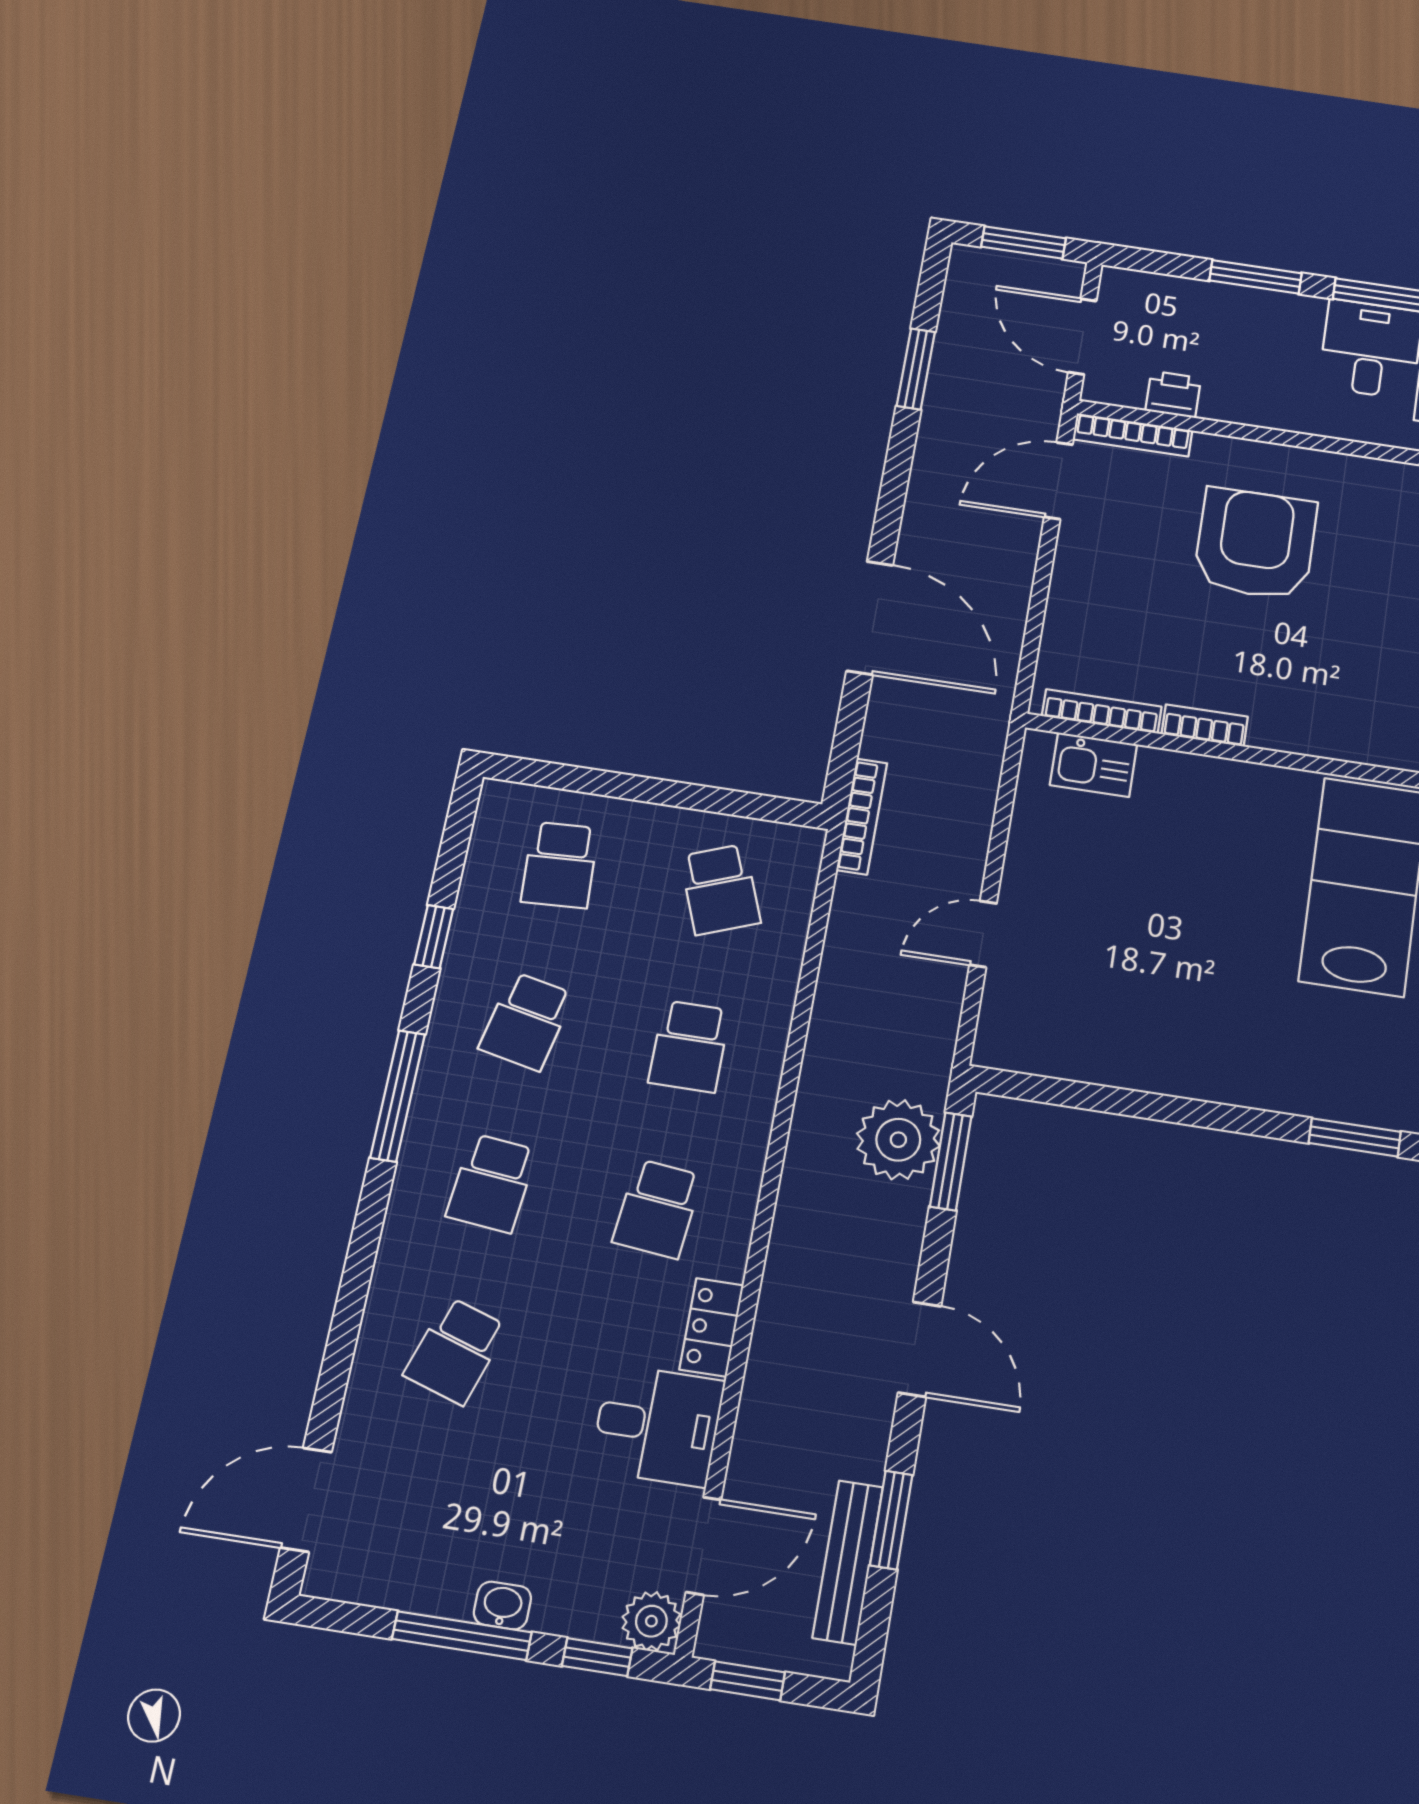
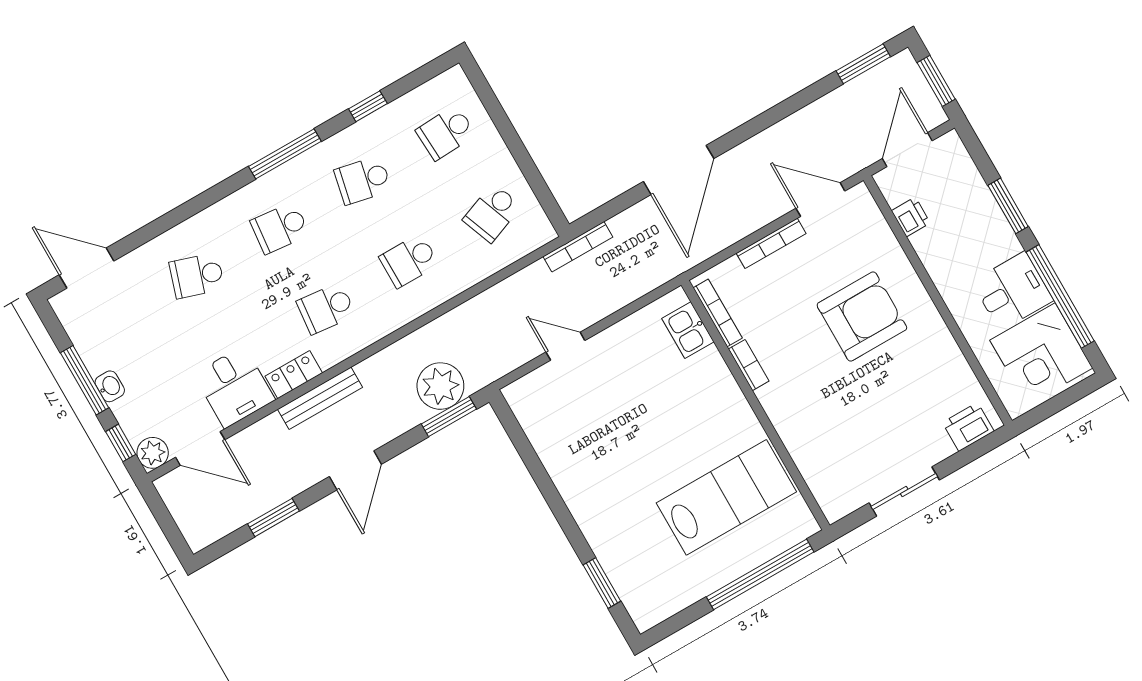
window: (916, 369) -> (863, 64), moved
bookcase: (1133, 435) -> (771, 243), moved, turned -90
bench: (848, 1562) -> (320, 398), moved
window: (748, 1681) -> (161, 512), removed

